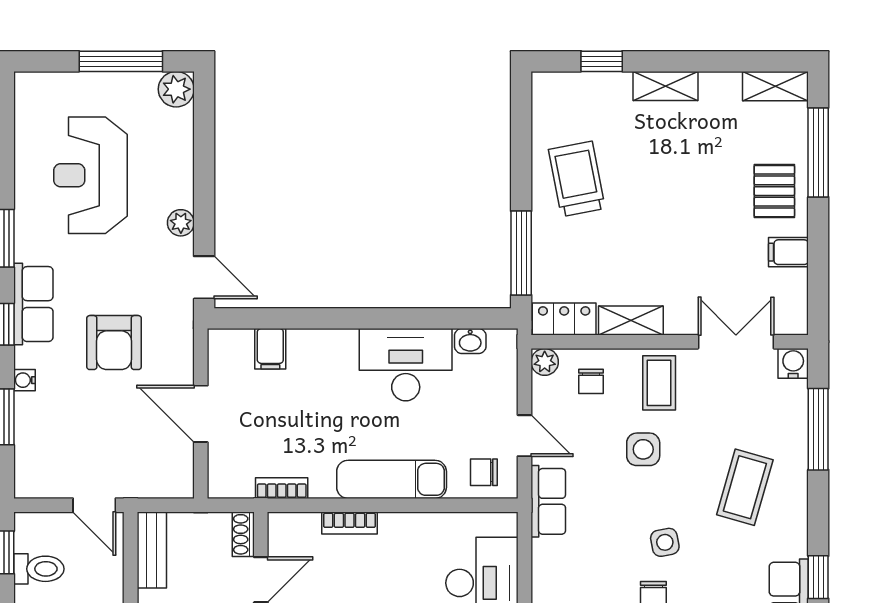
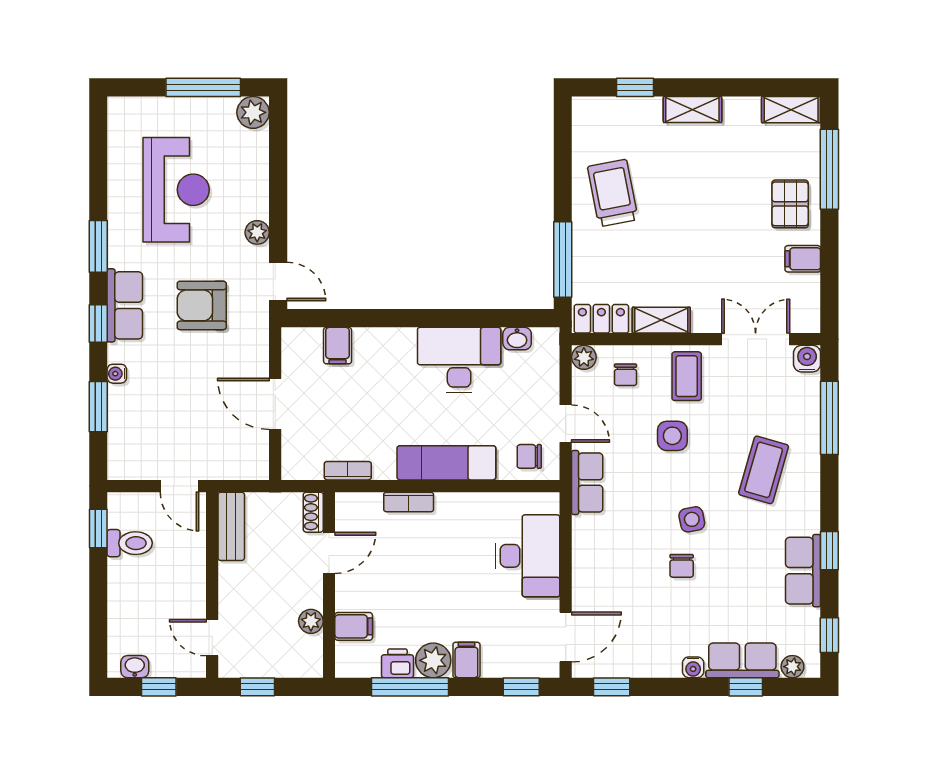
reception desk: (91, 175) -> (176, 190), turned 180
armchair: (114, 343) -> (202, 305), moved, turned 90

